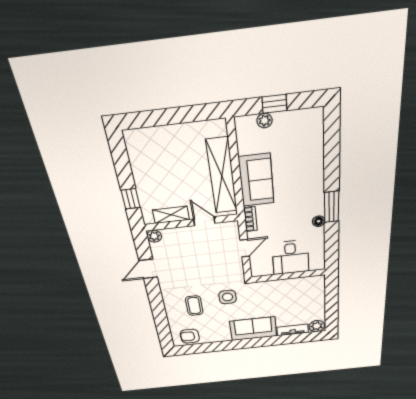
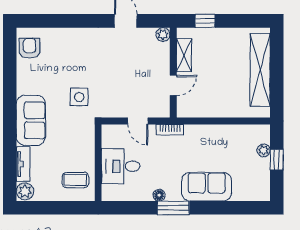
shelving: (222, 176) -> (260, 70), moved, turned 90
sofa: (256, 180) -> (207, 187), moved, turned 180
coffee table: (194, 306) -> (75, 180), moved

